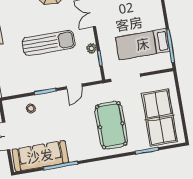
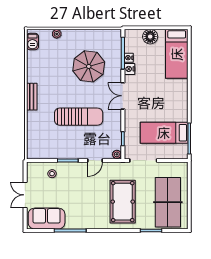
plant: (91, 48) -> (117, 154), moved
sofa: (40, 156) -> (47, 219), width x0.73

